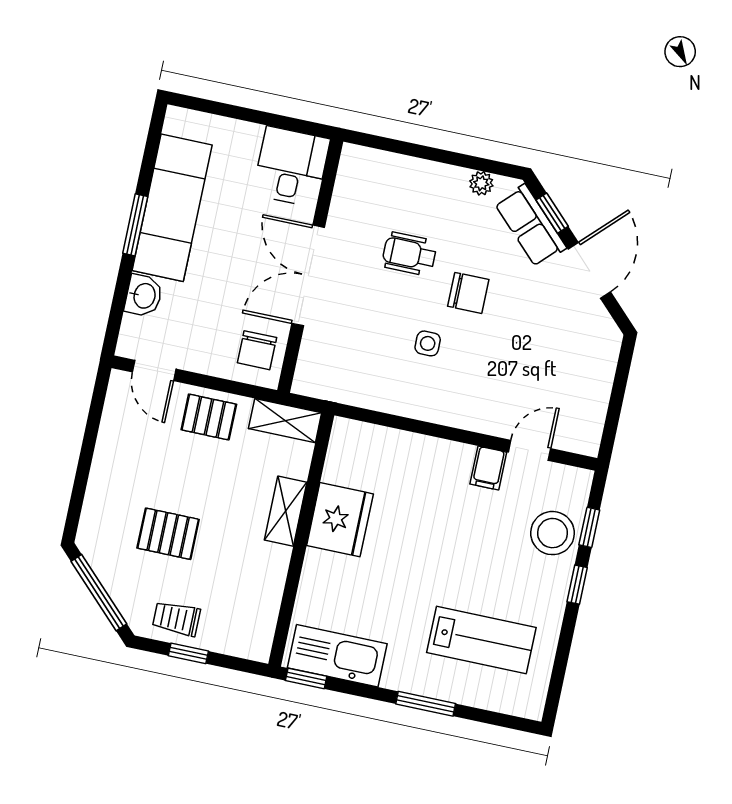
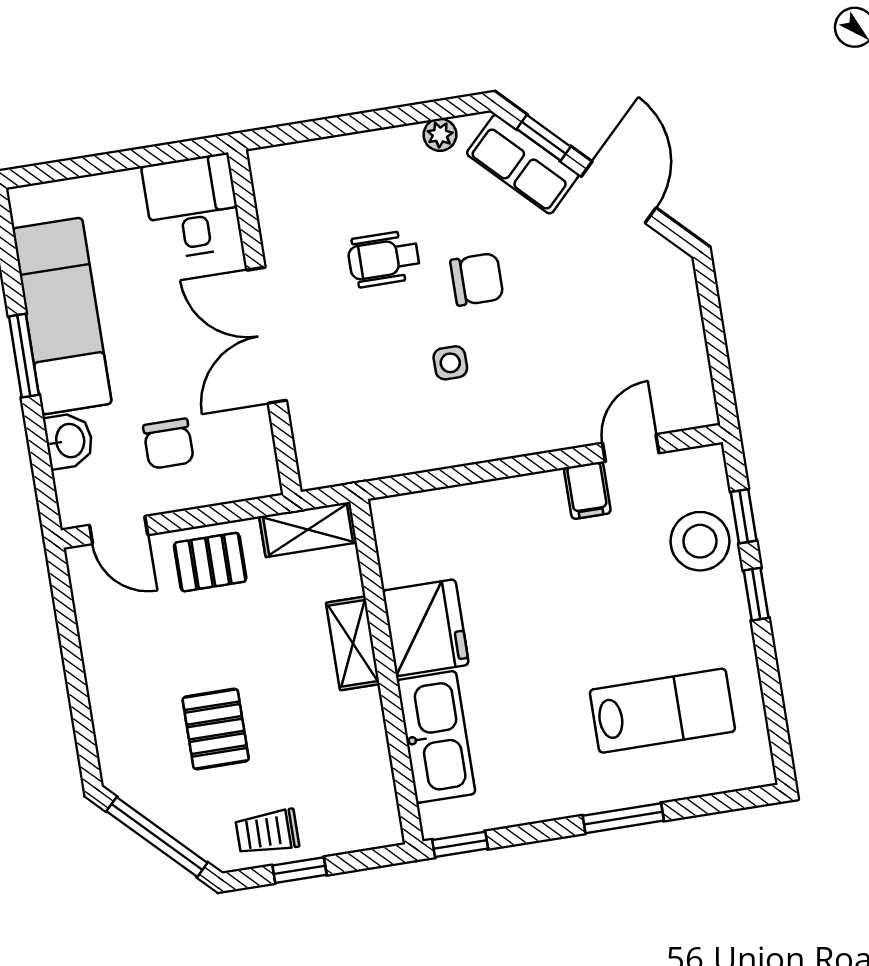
chair: (257, 350) -> (168, 444), moved
pallet: (168, 534) -> (216, 729), turned 90
kitchen sink: (337, 656) -> (436, 737), moved, turned 90

